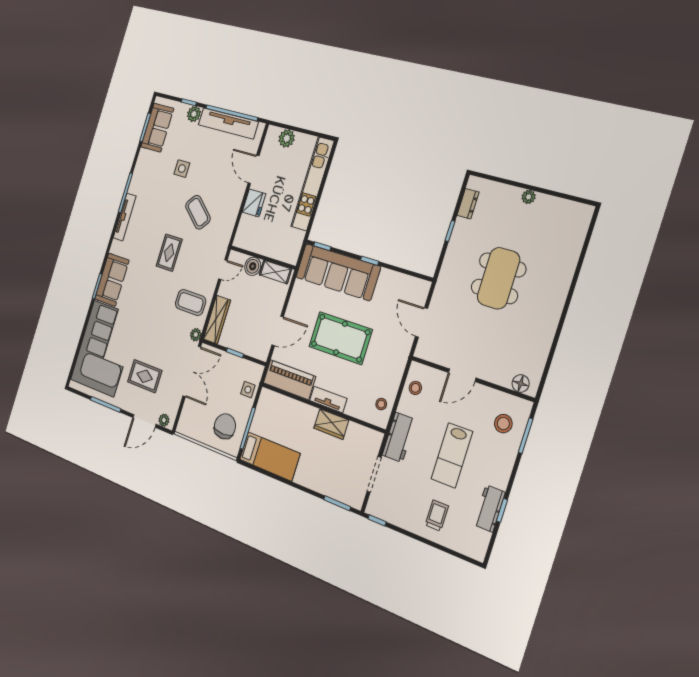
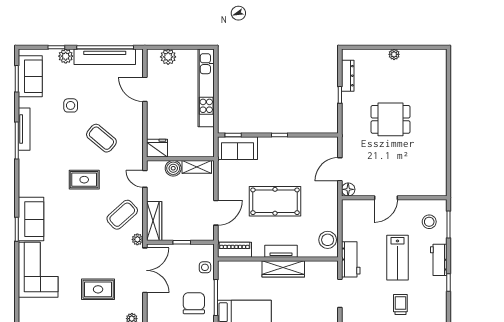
fridge: (254, 203) -> (157, 148), moved, turned -90
dresser: (468, 204) -> (348, 76), width x1.44
tv unit: (125, 217) -> (24, 129), moved
rug: (169, 253) -> (84, 180), turned 90
door: (223, 270) -> (145, 179), swing flipped
sofa: (338, 272) -> (237, 148), width x0.54, depth x0.79
dining table: (498, 278) -> (391, 119), width x0.73
coffee table: (191, 302) -> (122, 215), turned -42
door: (421, 322) -> (340, 169), hinge flipped
corner sofa: (104, 348) -> (38, 270), width x0.73, depth x0.74
piano: (289, 380) -> (235, 250), width x0.73, depth x0.75
floor lamp: (521, 384) -> (348, 189), moved
stool: (415, 388) -> (352, 219), removed
stool: (381, 404) -> (328, 240), width x1.89, depth x1.89
wardrobe: (331, 424) -> (283, 269), width x1.50
workbench: (489, 508) -> (439, 260), moved

